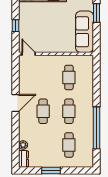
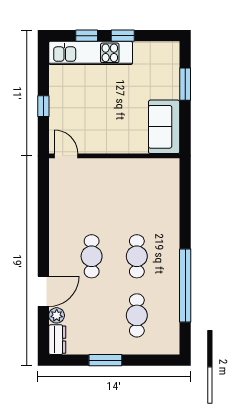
sofa: (84, 32) -> (164, 127), width x0.73
cafe table: (69, 77) -> (137, 197), removed
door: (16, 103) -> (43, 291), moved

